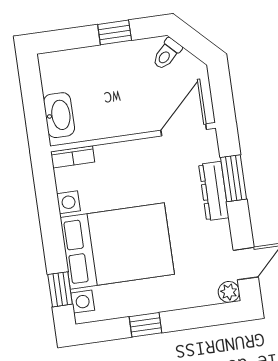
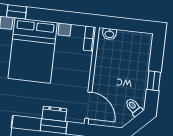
washbasin: (59, 115) -> (109, 34), width x0.52, depth x0.69
dresser: (214, 191) -> (54, 114), width x0.70

